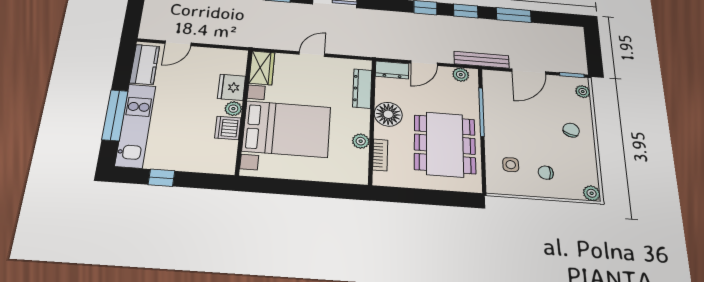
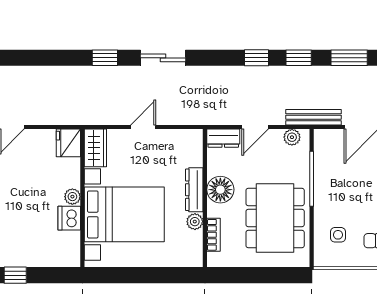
fridge: (232, 87) -> (68, 143), moved
dresser: (362, 89) -> (194, 190), moved

